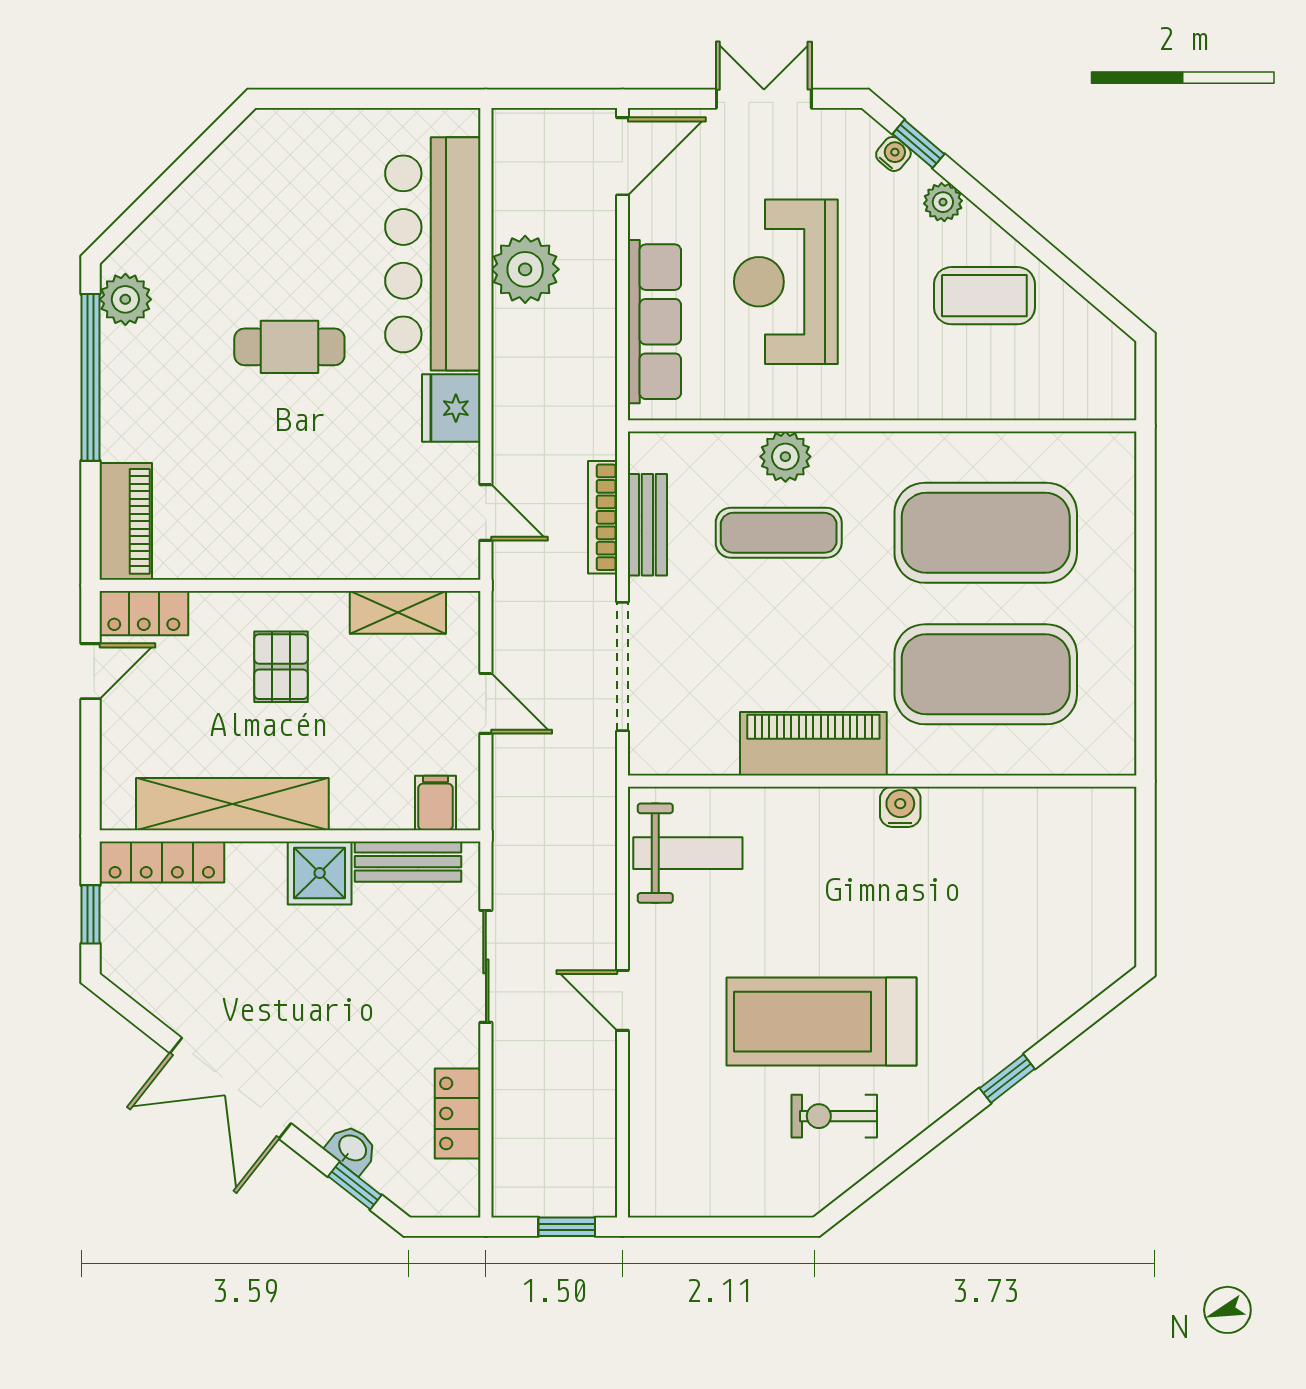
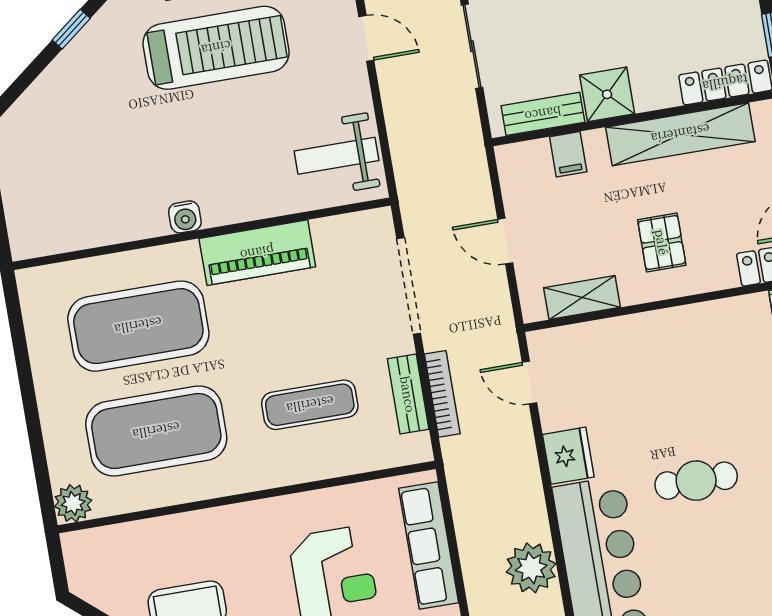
plant: (785, 457) -> (73, 503), moved
filing cabinet: (436, 803) -> (568, 154), moved

